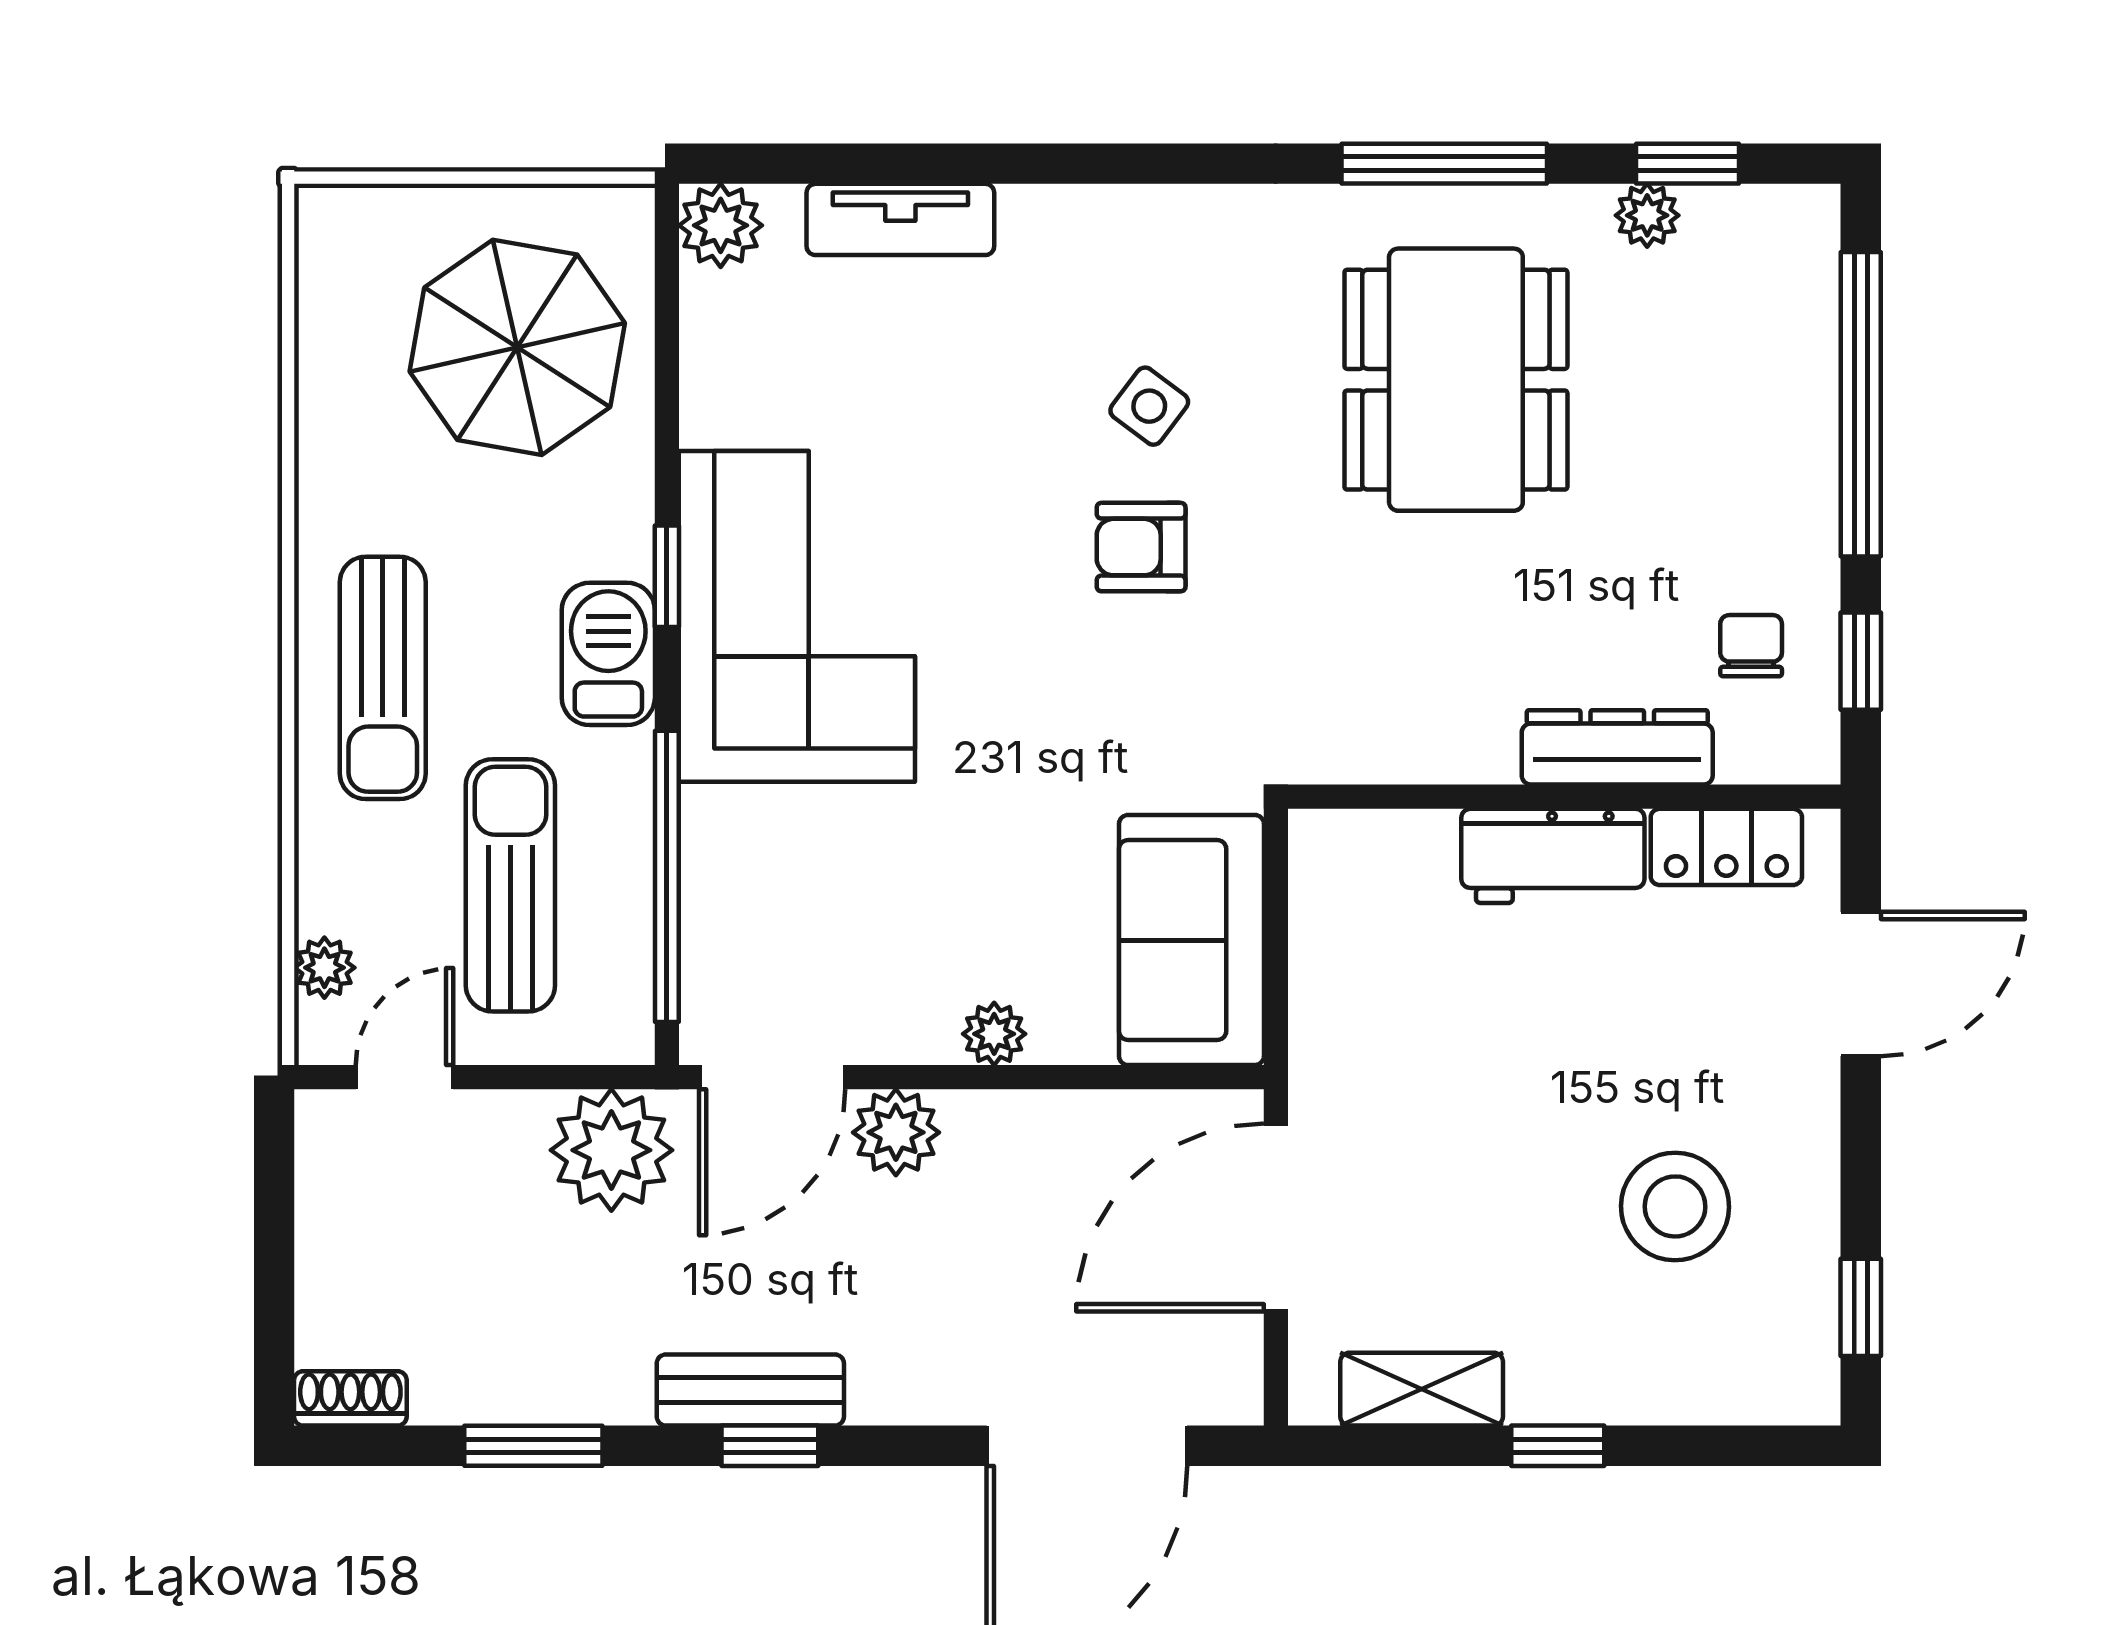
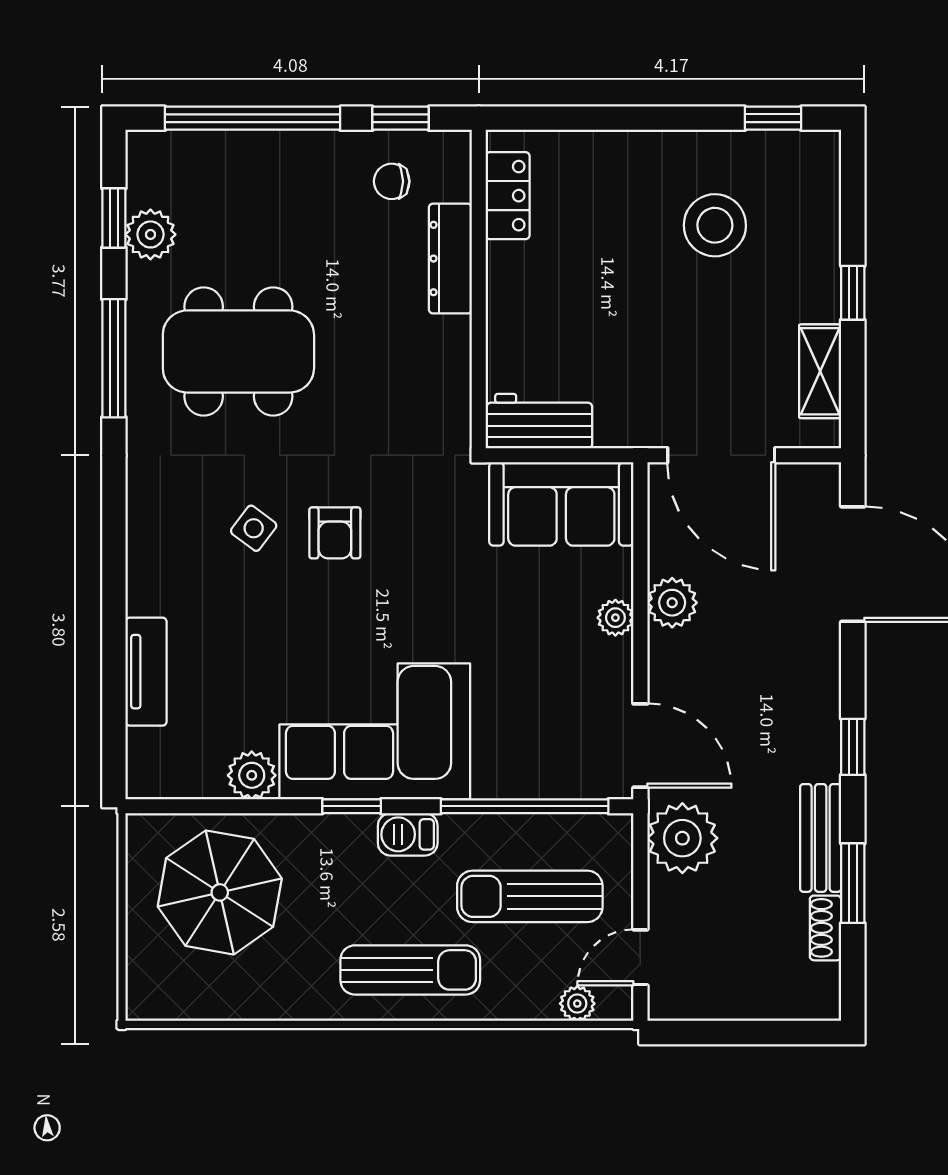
plant: (1647, 215) -> (150, 234), width x1.38, depth x1.38
plant: (721, 225) -> (252, 775), moved
barbecue: (608, 654) -> (408, 834), width x0.73, depth x0.79
workbench: (1553, 856) -> (539, 421), moved, turned -90
door: (1861, 984) -> (587, 118), removed
door: (405, 1077) -> (640, 957), hinge flipped
plant: (896, 1132) -> (672, 603), moved
bench: (750, 1390) -> (821, 838), moved
shoe rack: (350, 1398) -> (825, 928), moved

